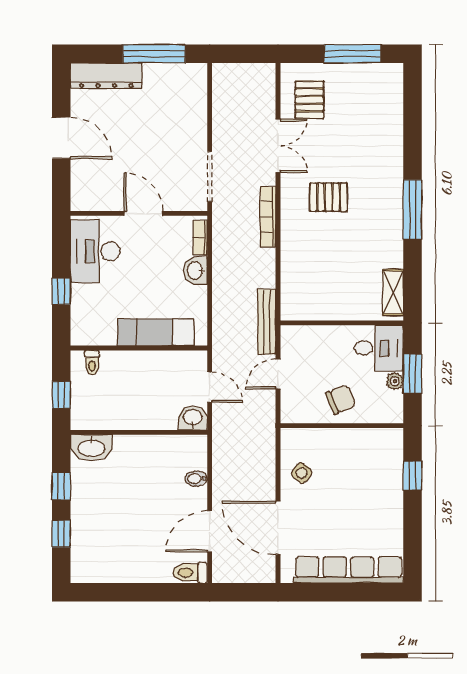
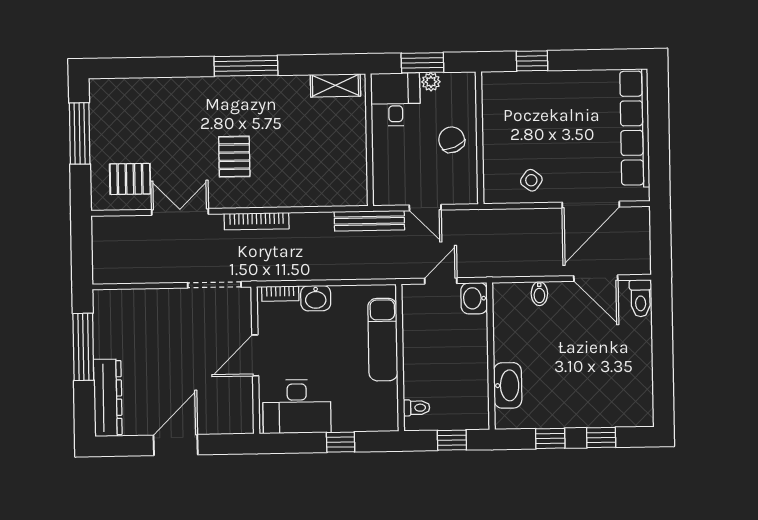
washbasin: (91, 448) -> (508, 385), moved

